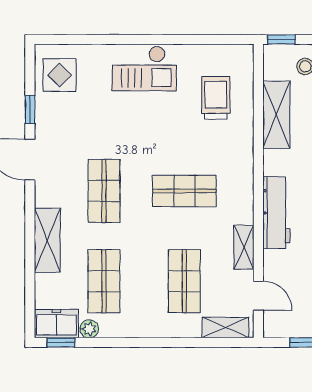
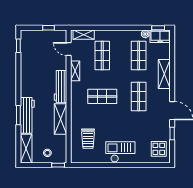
shelving: (276, 115) -> (60, 119), moved

